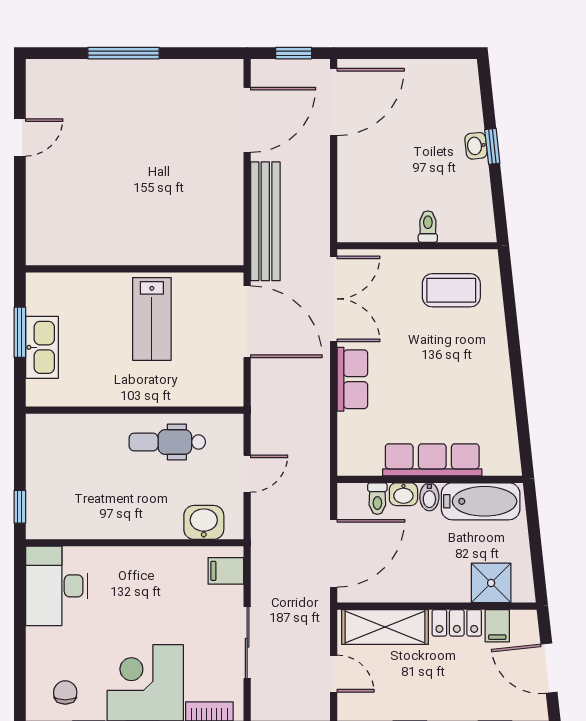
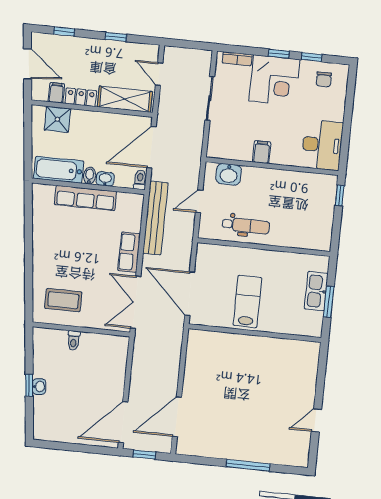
bench: (265, 221) -> (155, 218), moved
toilet: (377, 499) -> (140, 180), moved
filing cabinet: (226, 571) -> (262, 152), moved, turned -90

